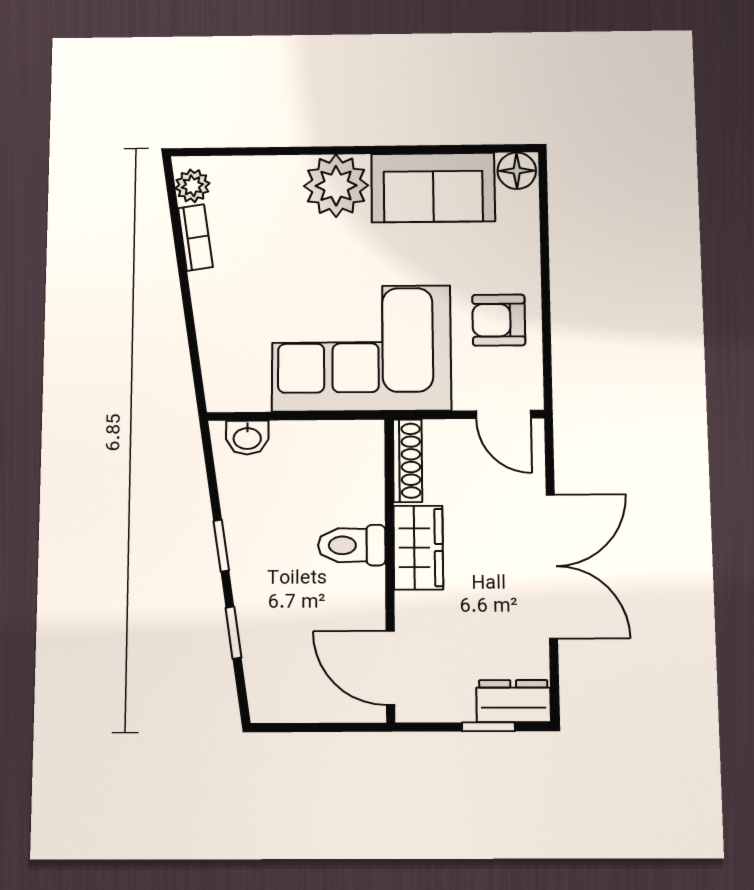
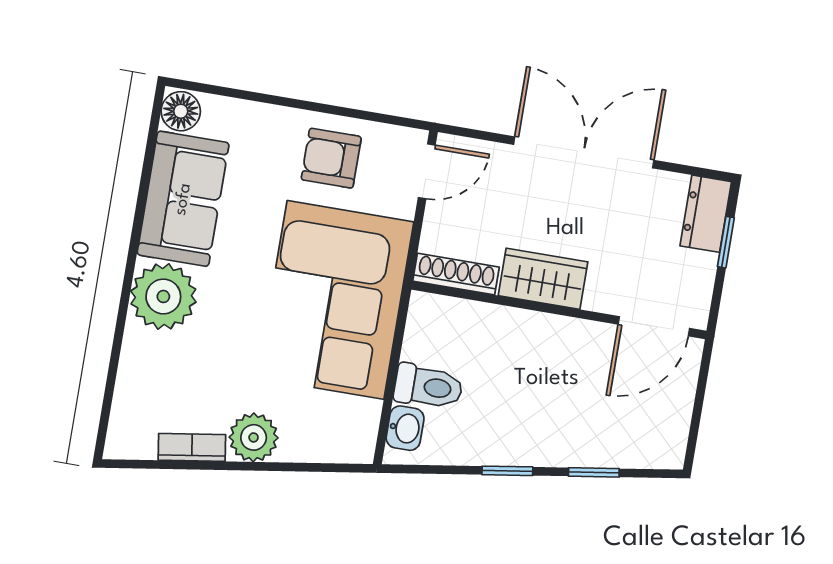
plant: (192, 186) -> (254, 437), moved, width x1.38, depth x1.38
armchair: (499, 320) -> (331, 158), turned 90
toilet: (352, 545) -> (428, 387), moved, turned -90

